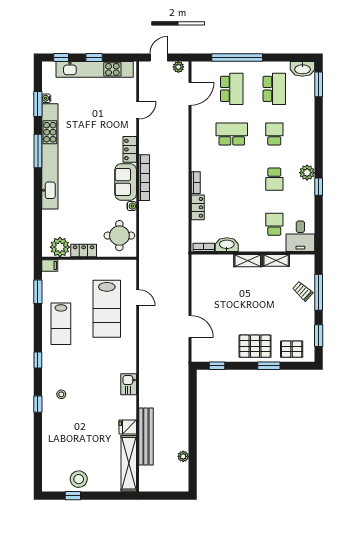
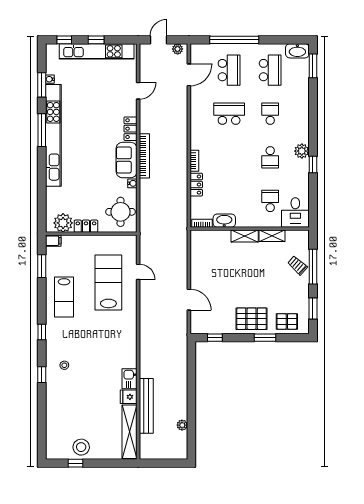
lab bench: (107, 309) -> (108, 282), turned 180
kitchen sink: (129, 384) -> (129, 379), moved

